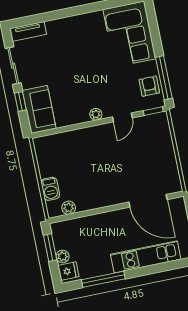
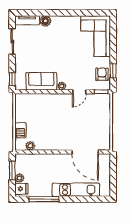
floor lamp: (54, 27) -> (45, 21), added
window: (164, 78) -> (113, 71), width x0.46
window: (20, 102) -> (12, 79), moved
sofa: (39, 109) -> (41, 81), moved, turned -90

